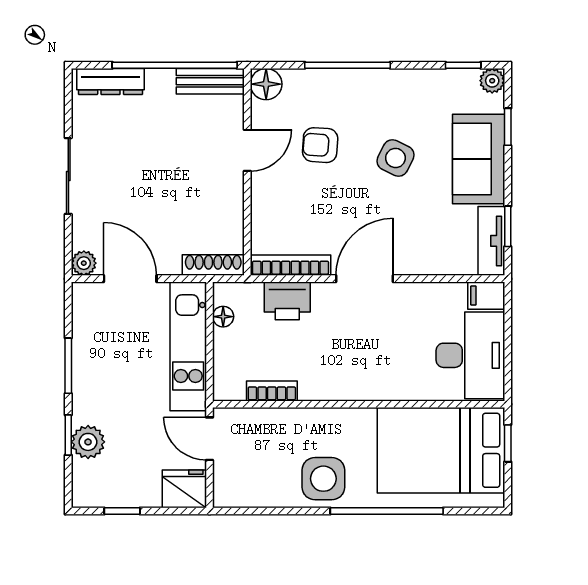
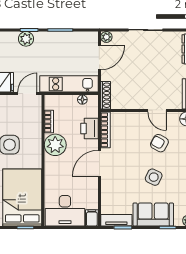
armchair: (320, 145) -> (159, 143), turned -65
door: (364, 279) -> (99, 163), swing flipped
plant: (324, 377) -> (55, 145), added

